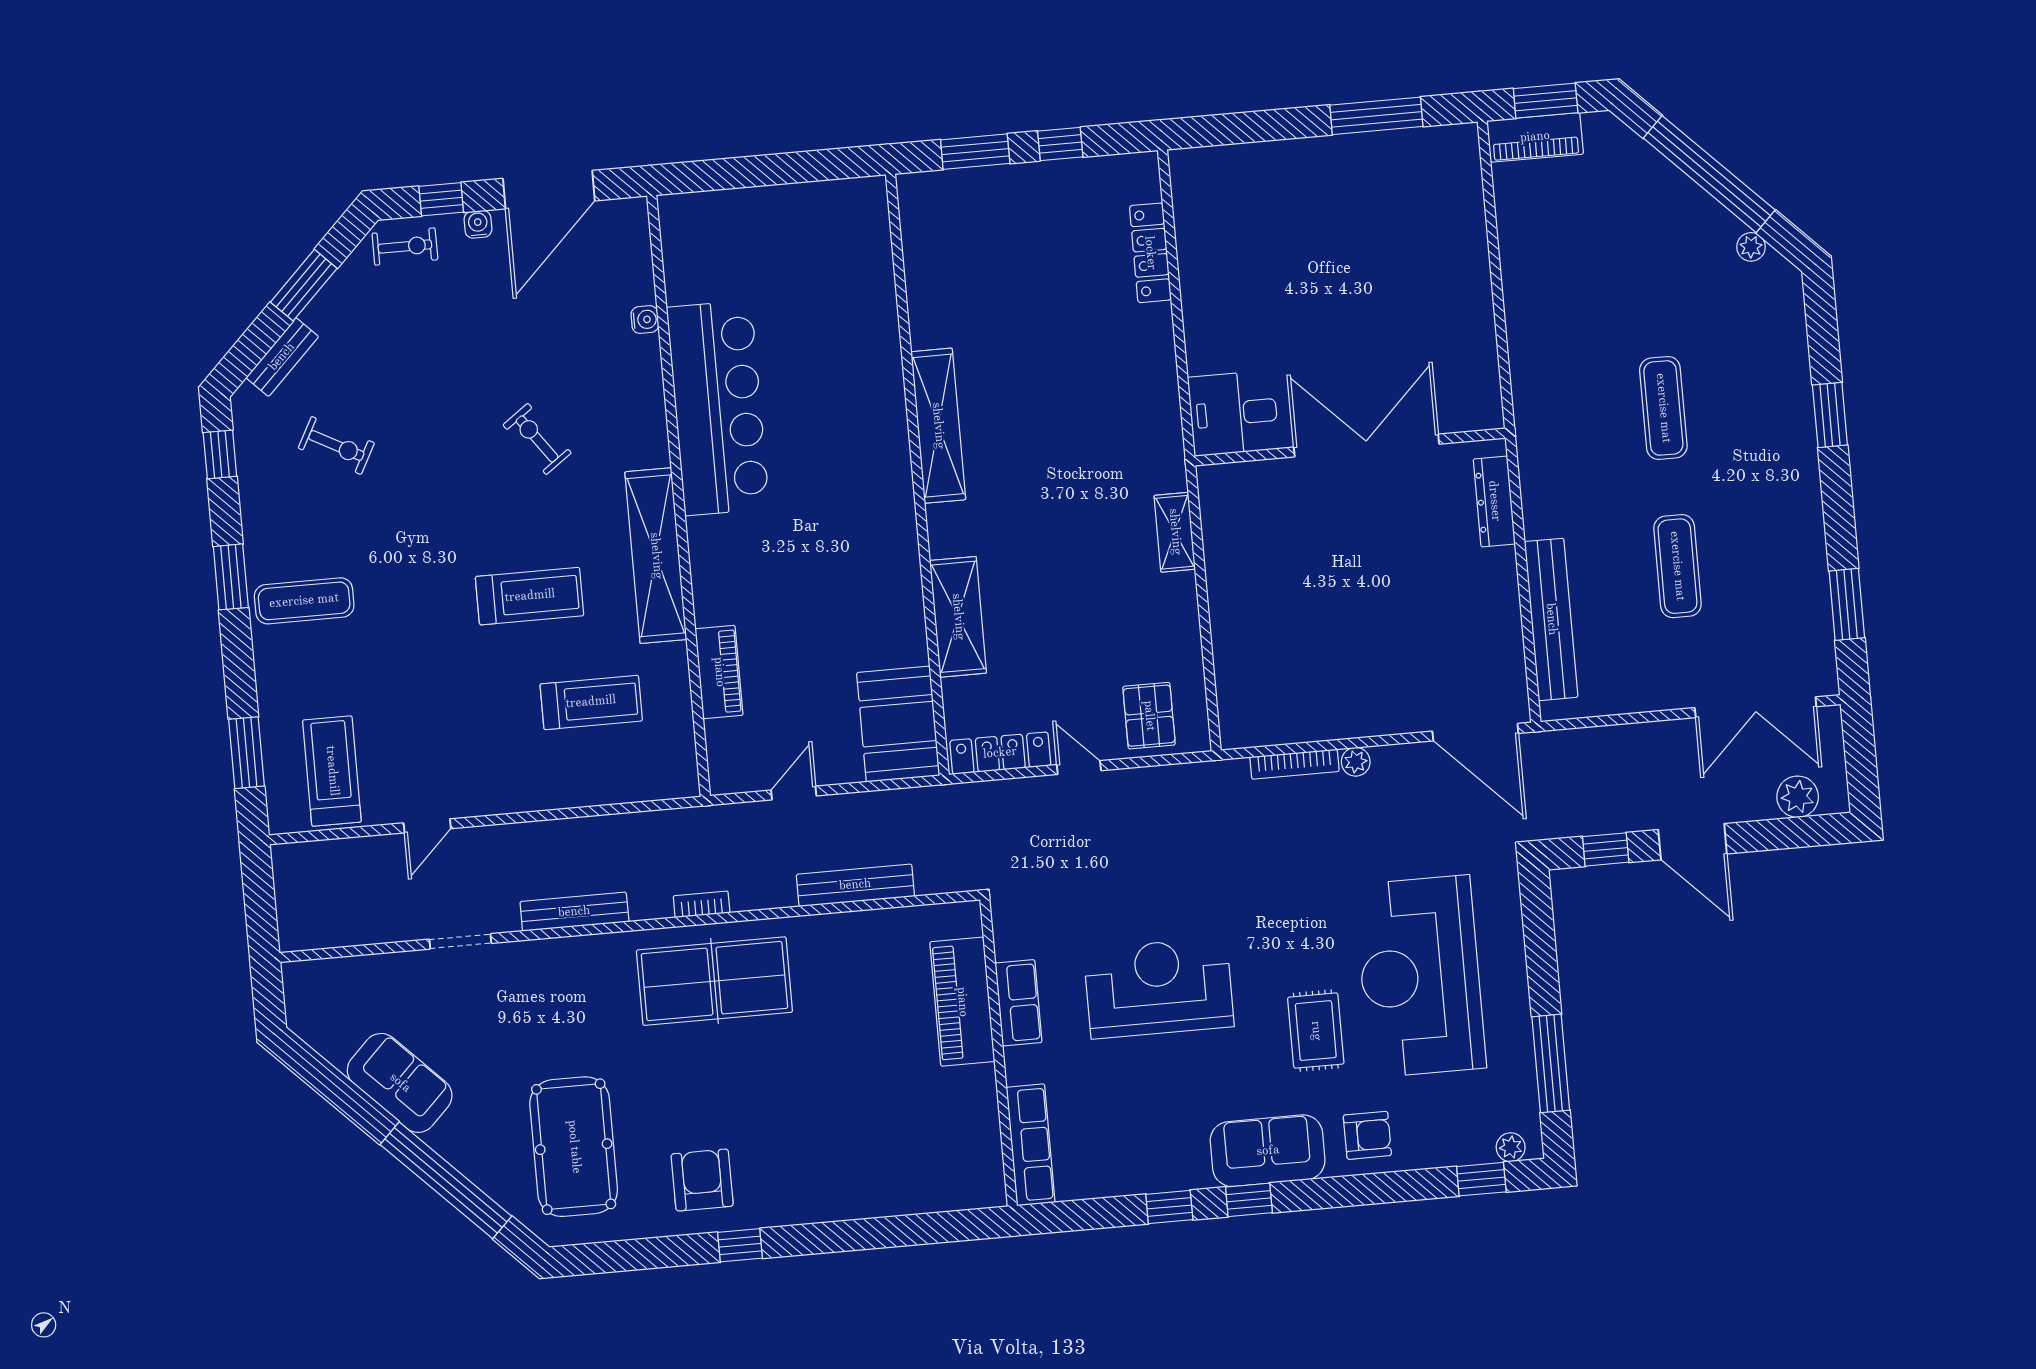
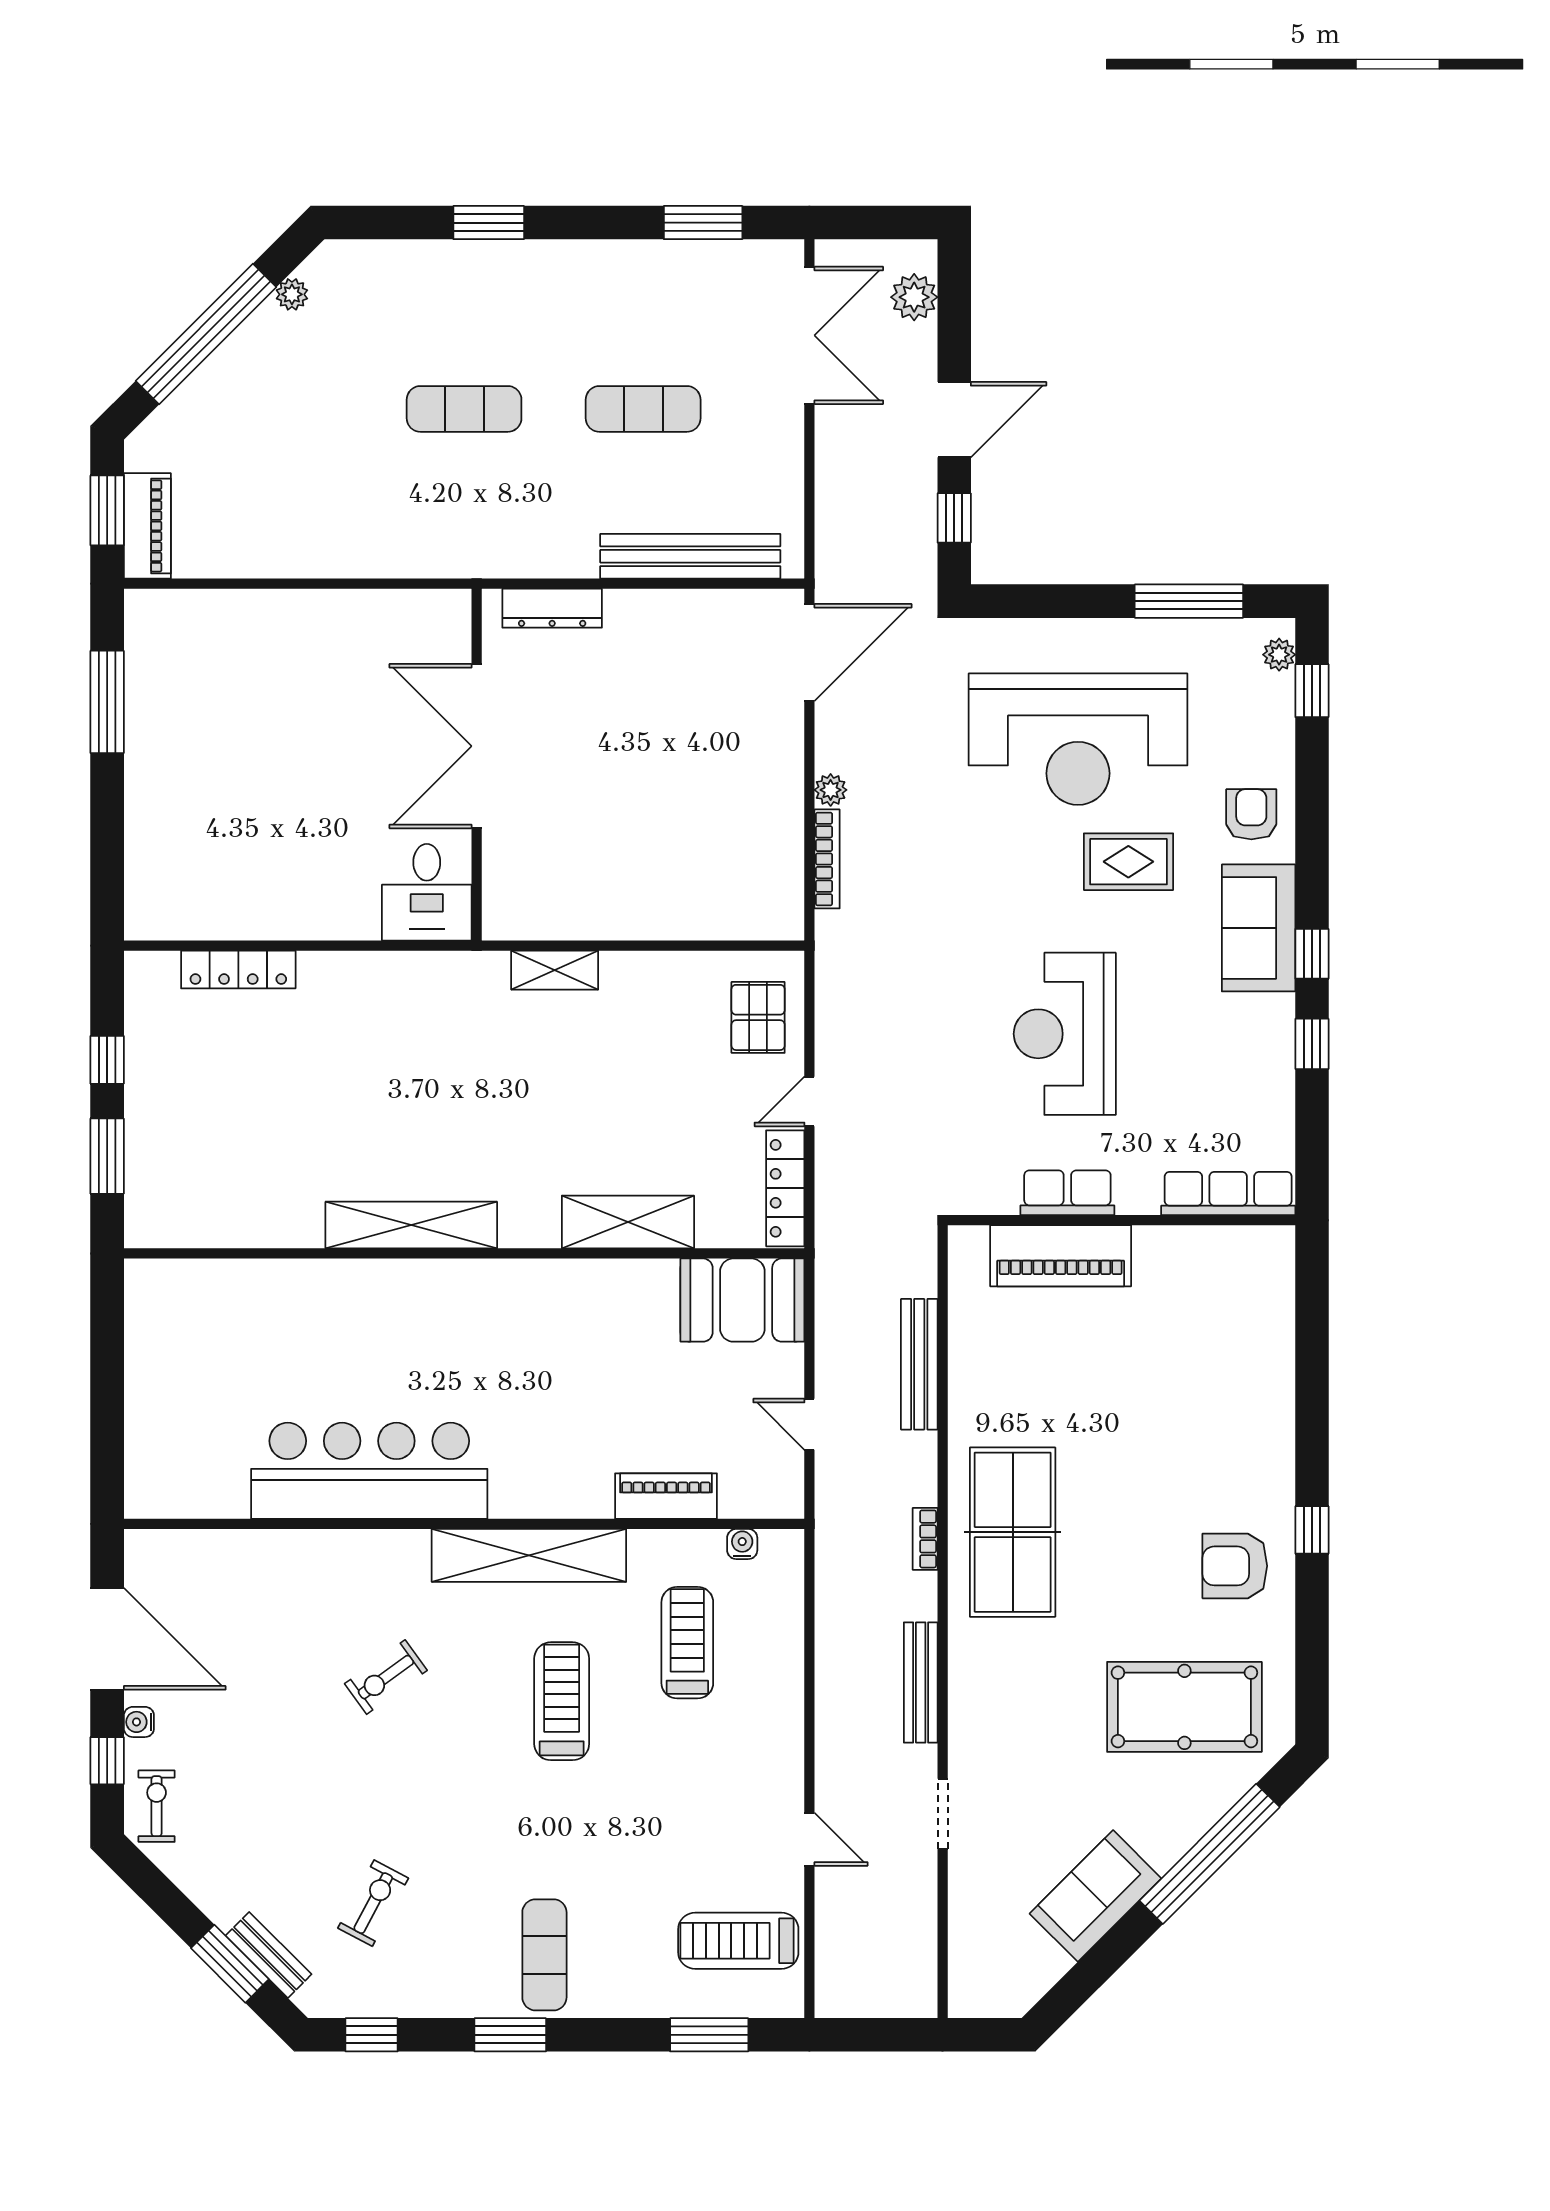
window: (304, 285) -> (230, 1964), moved
water cooler: (645, 320) -> (742, 1544), moved
pallet: (1149, 716) -> (758, 1017), turned 90

